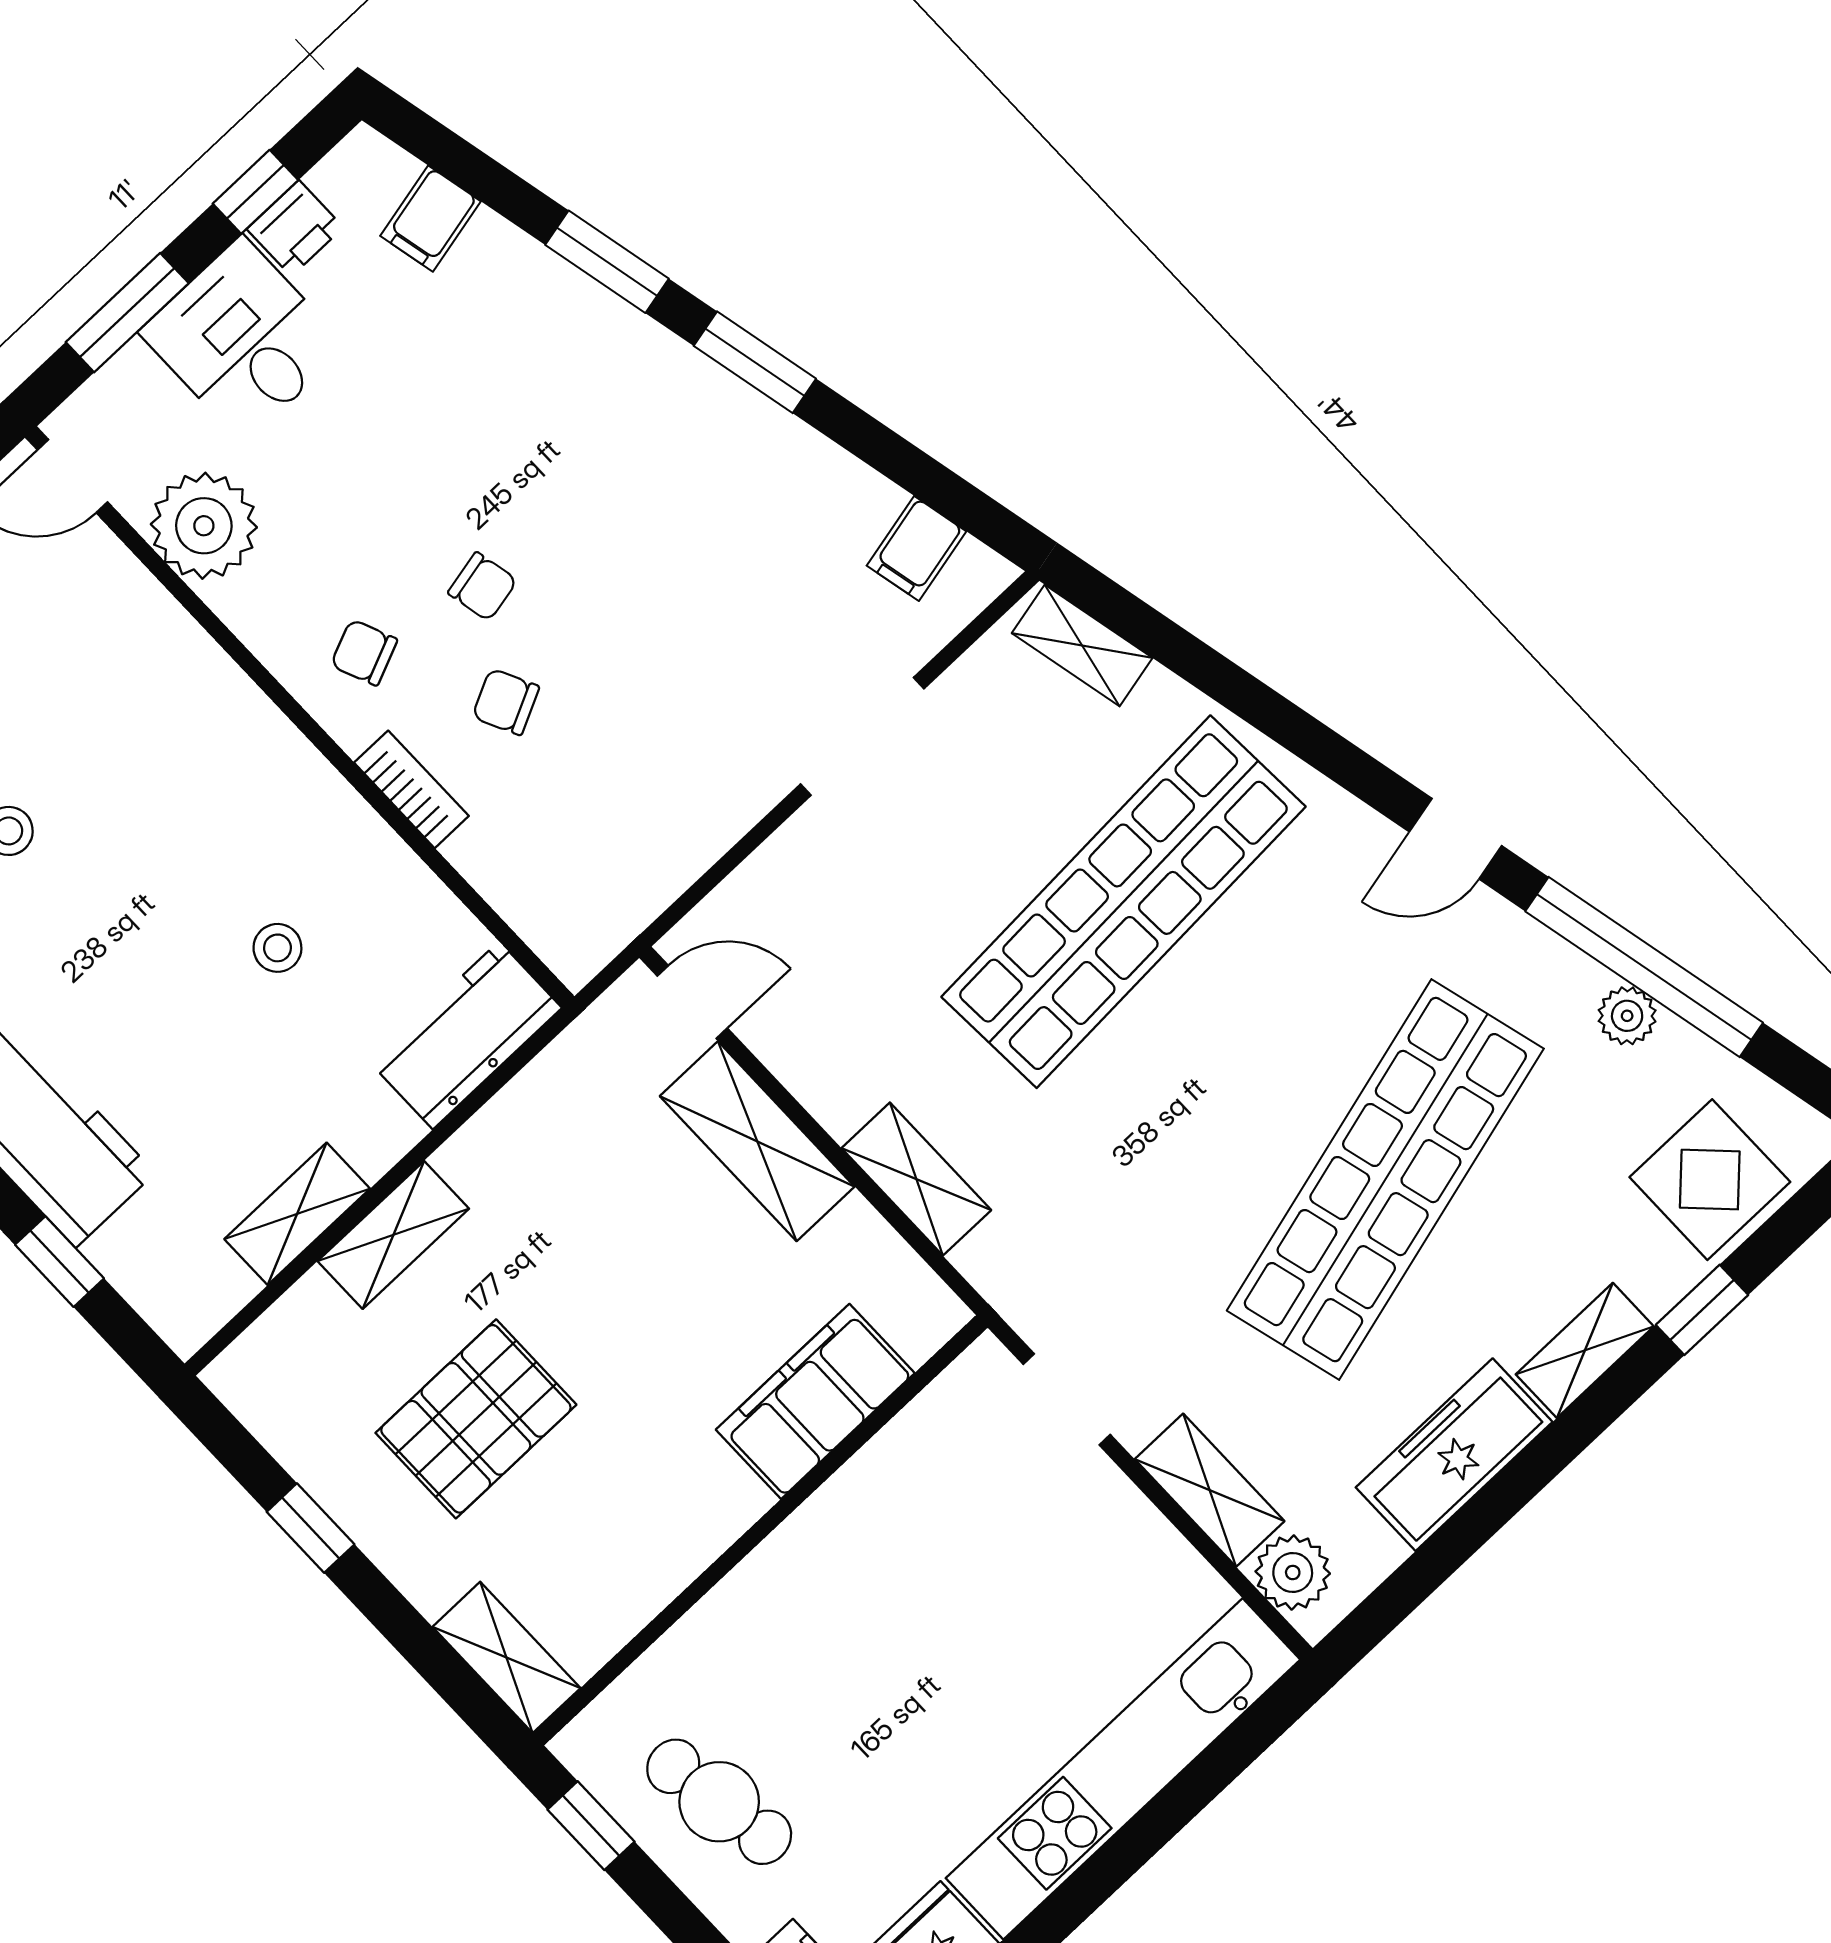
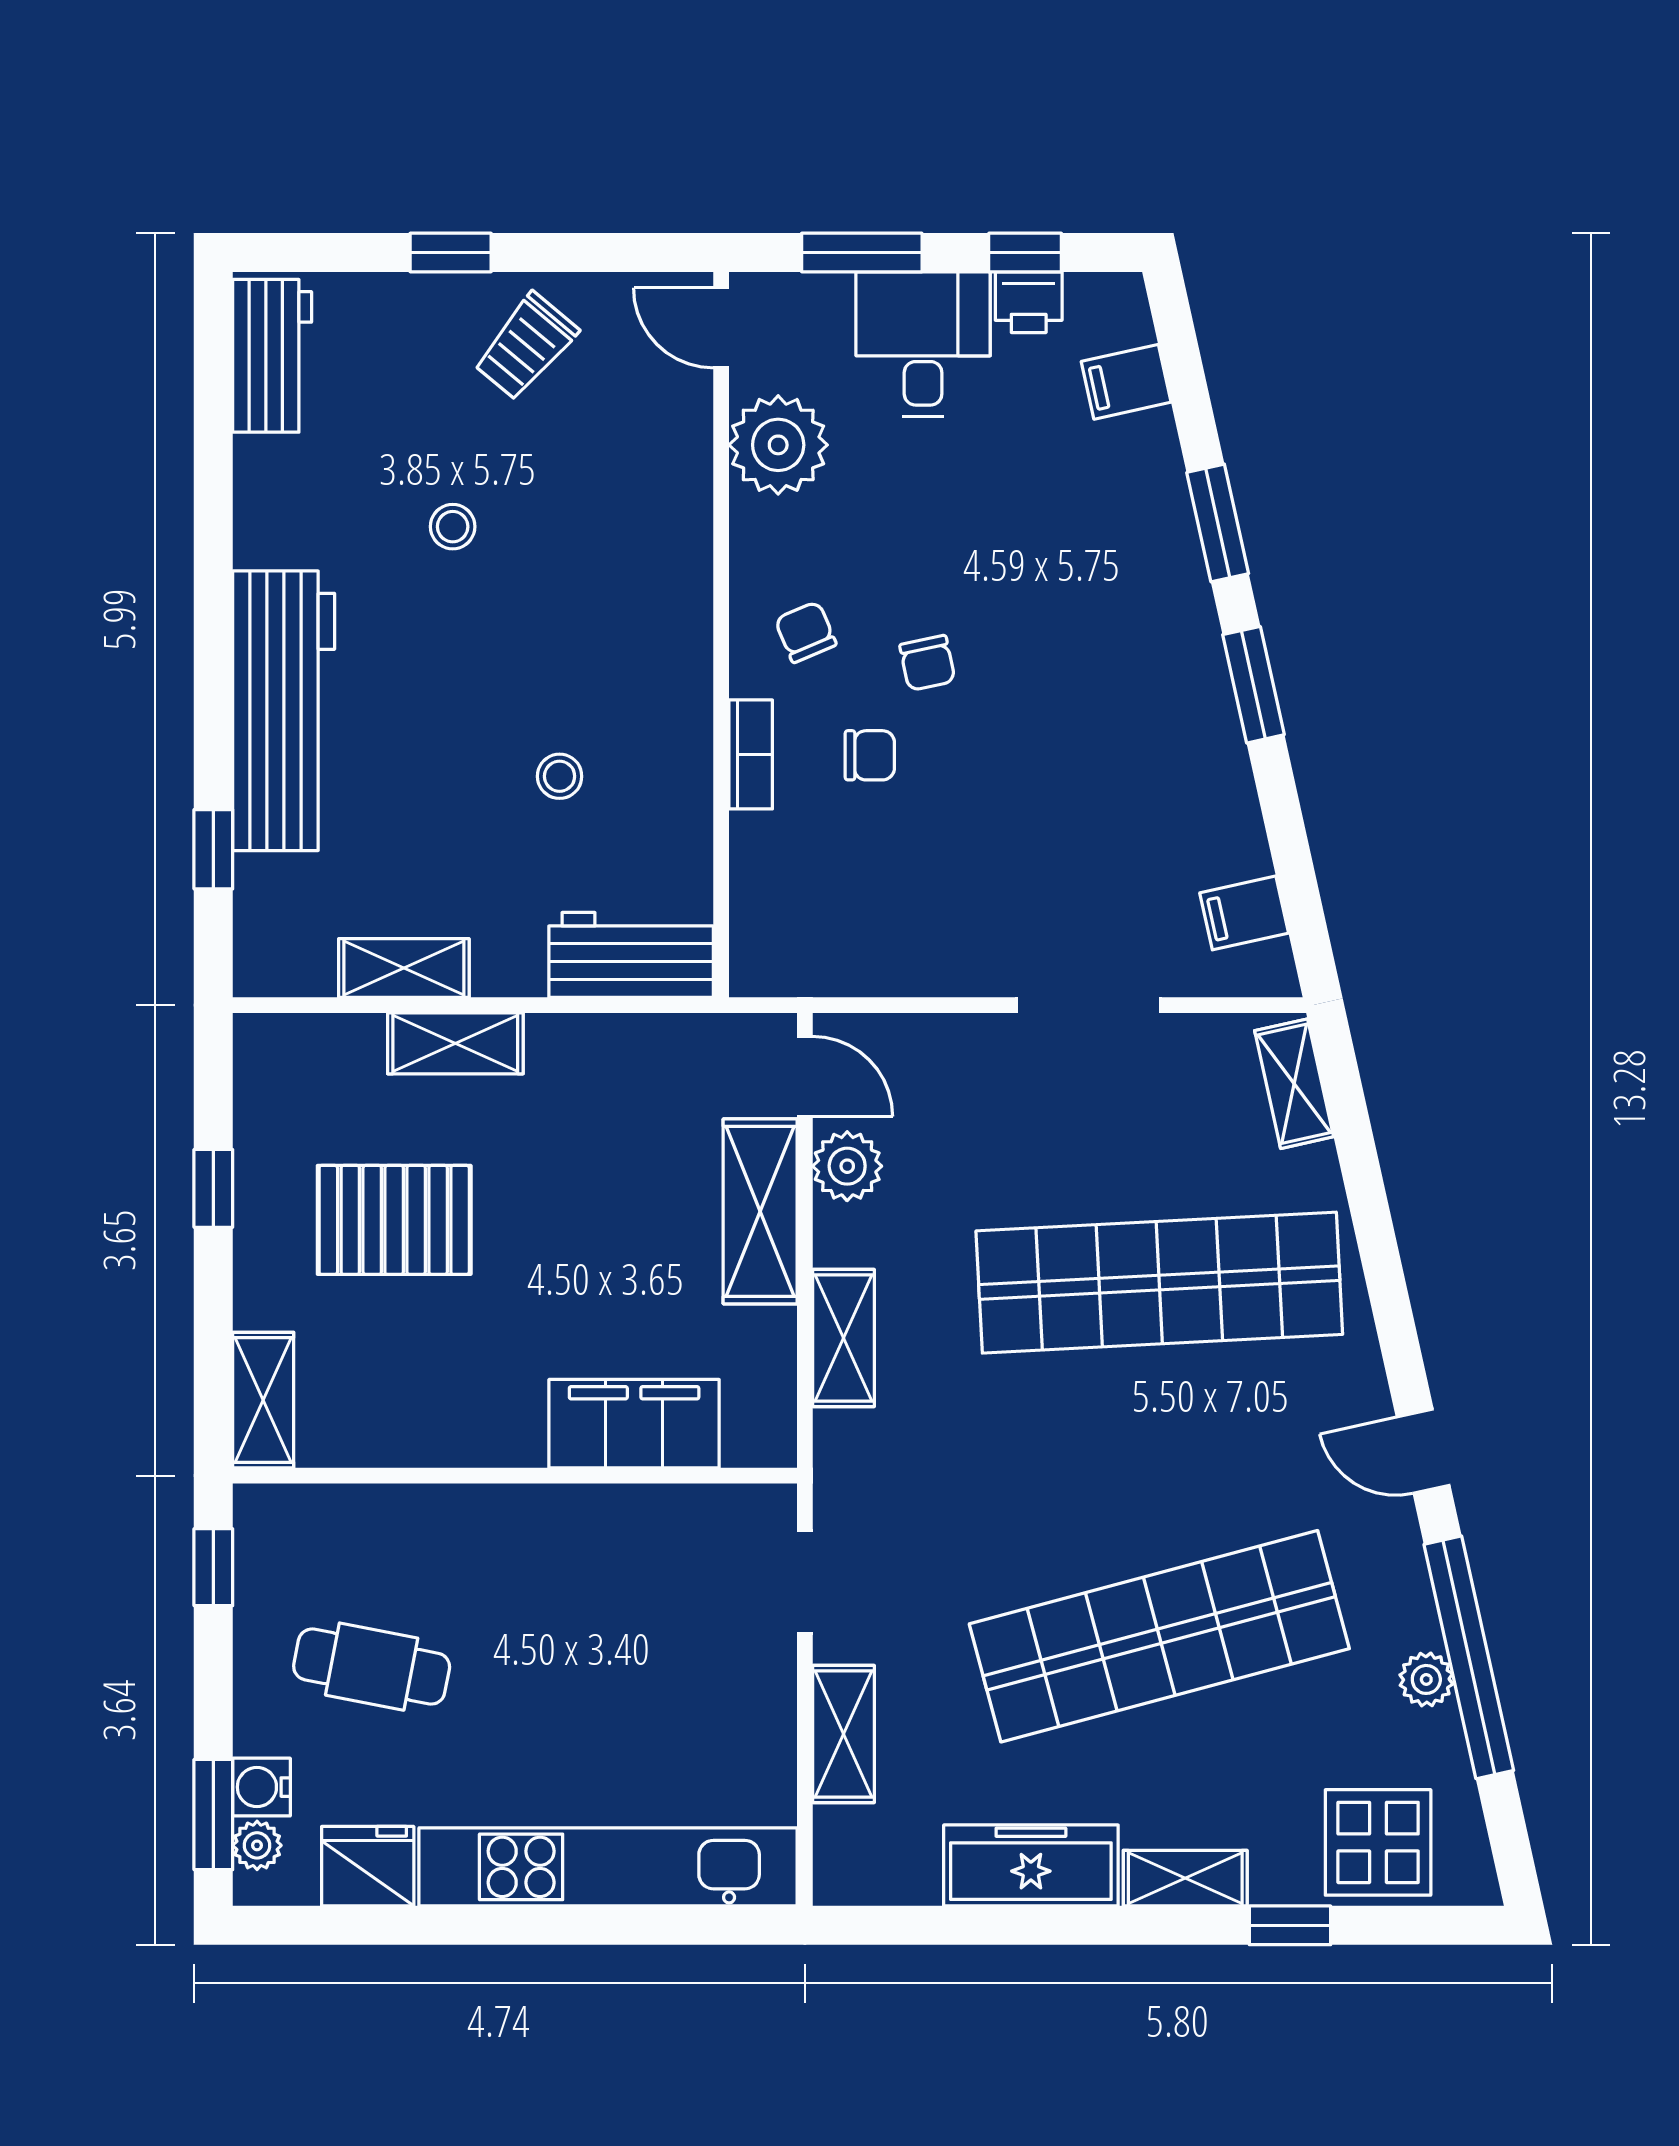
chair: (506, 702) -> (870, 755), turned 116
plant: (1293, 1572) -> (847, 1166), moved
cafe table: (719, 1802) -> (372, 1667), moved, turned -70

